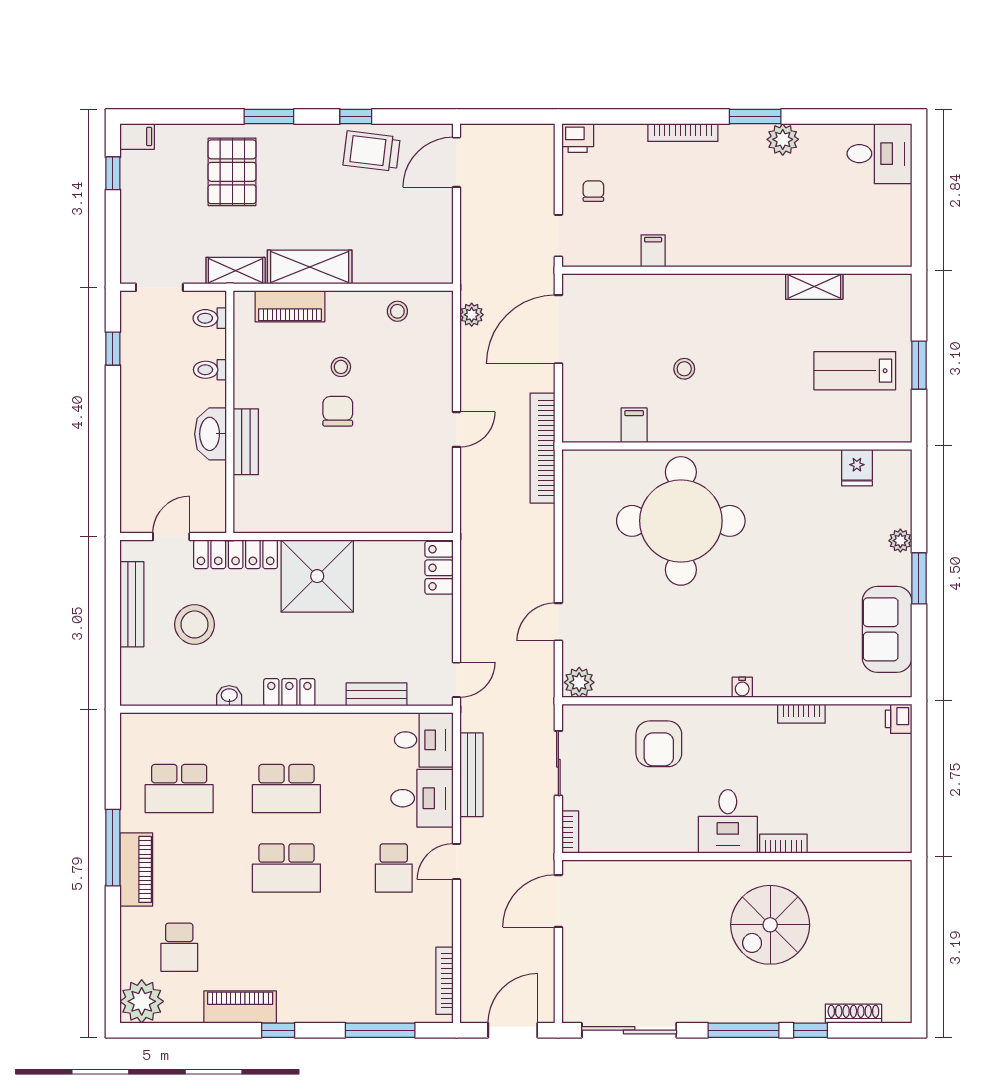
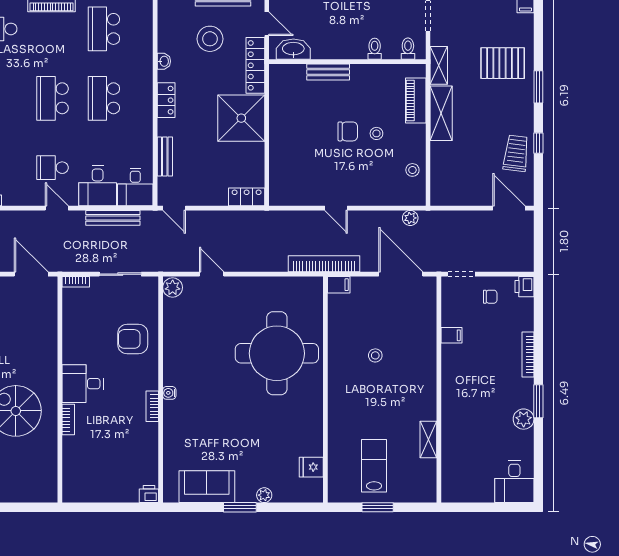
filing cabinet: (634, 425) -> (339, 285), moved
washbasin: (211, 434) -> (293, 49), moved
bookcase: (801, 714) -> (152, 406), moved

